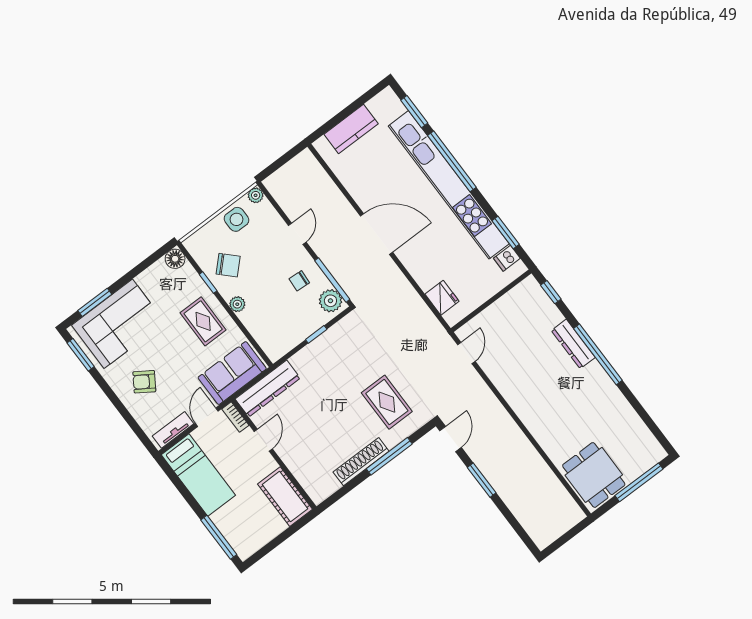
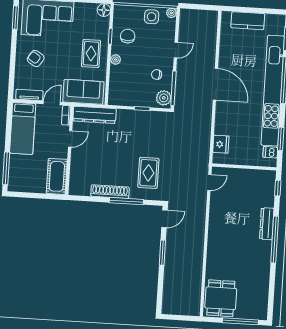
chair: (228, 265) -> (128, 36), turned -135

